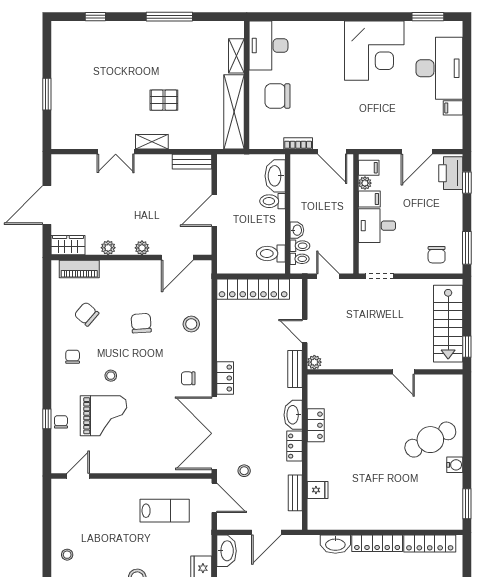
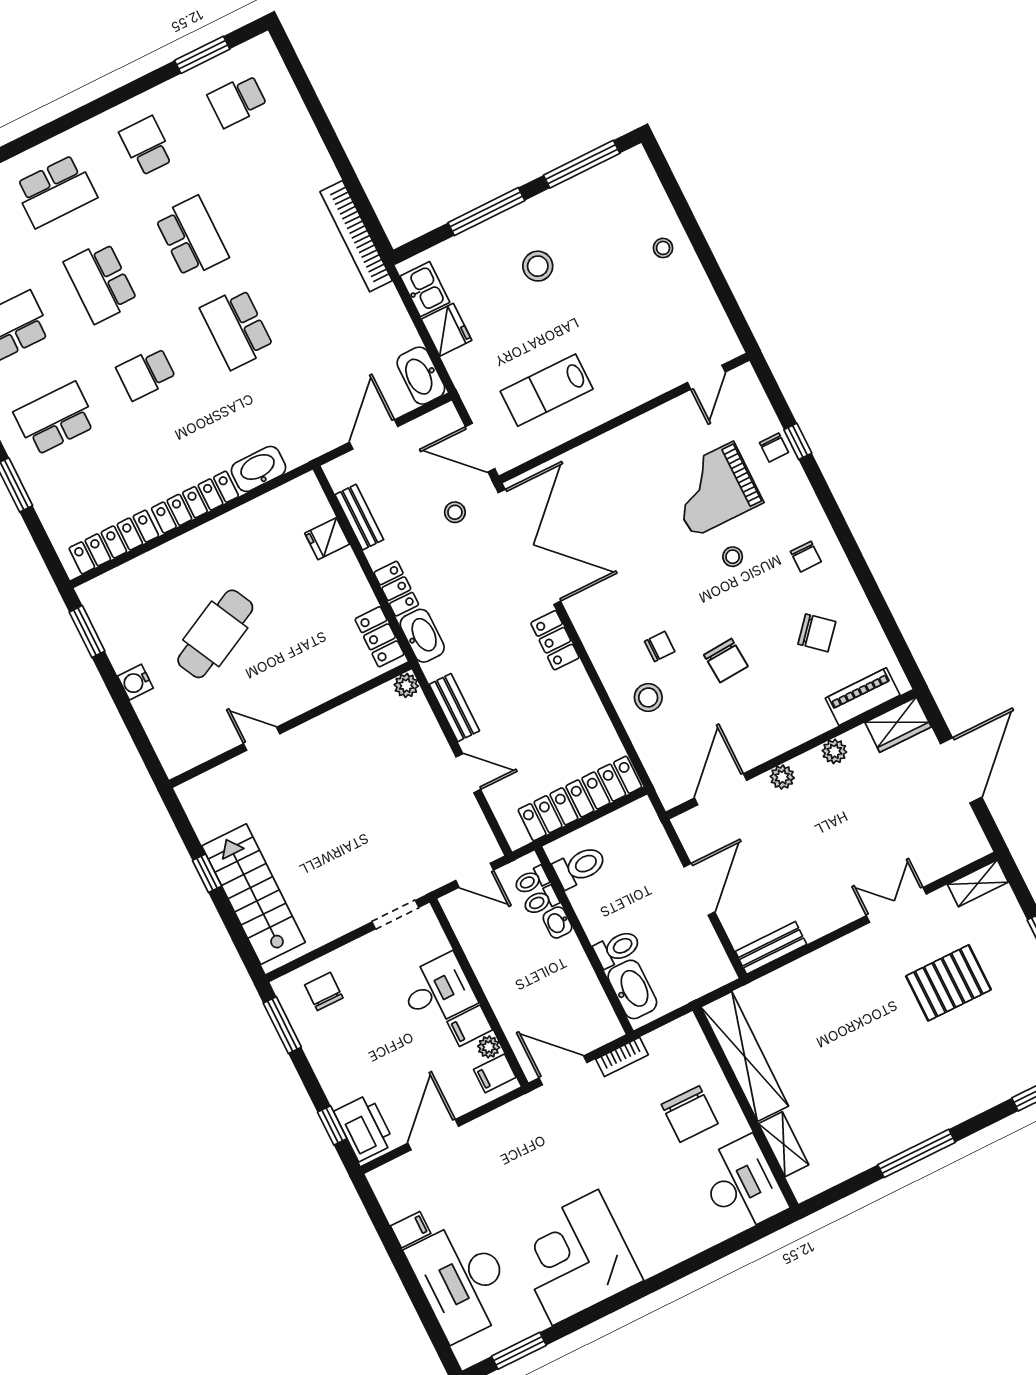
chair: (277, 96) -> (690, 1114), turned 90
pallet: (164, 100) -> (948, 983), moved, width x1.50, depth x1.42
shelving: (152, 142) -> (978, 883), moved
plant: (314, 362) -> (406, 685), moved
wall: (385, 372) -> (290, 725), moved
door: (404, 372) -> (262, 739), moved
chair: (188, 378) -> (660, 646), moved
cafe table: (430, 440) -> (215, 634), moved

